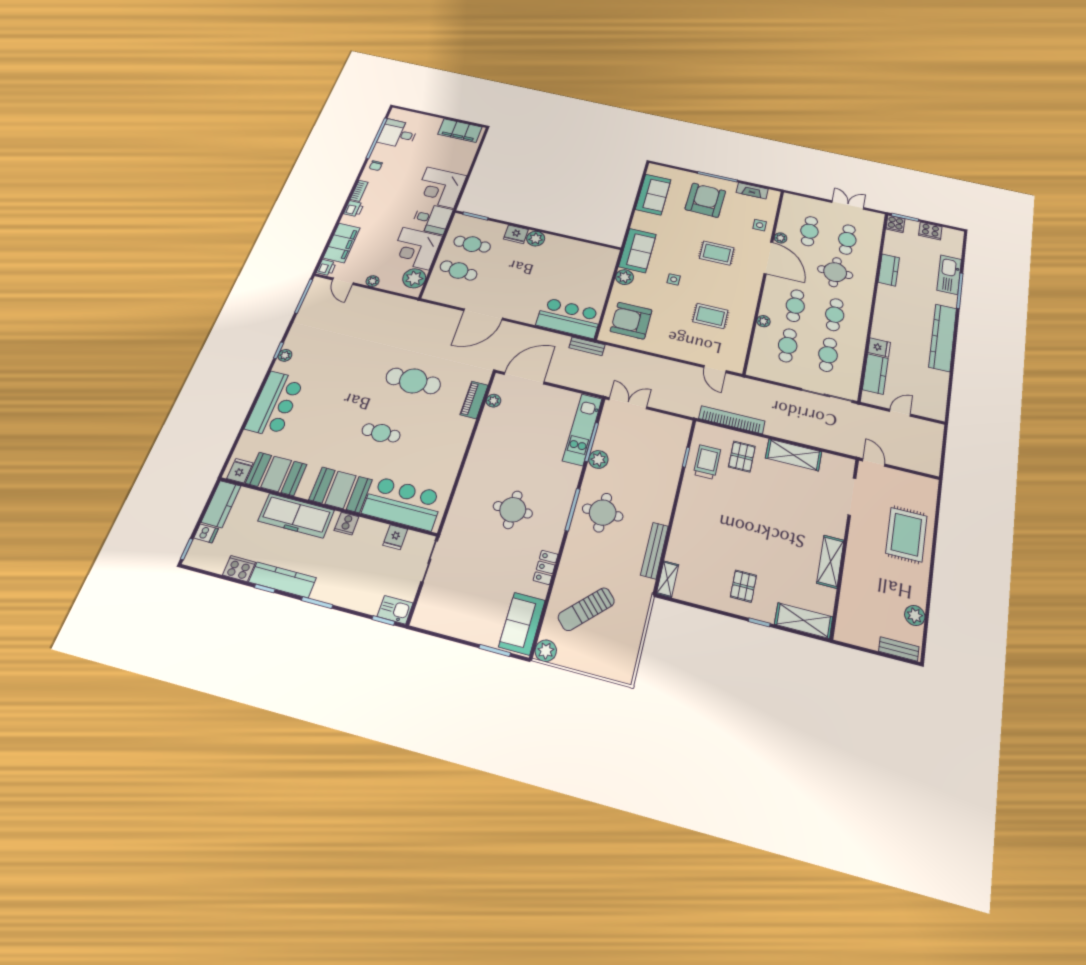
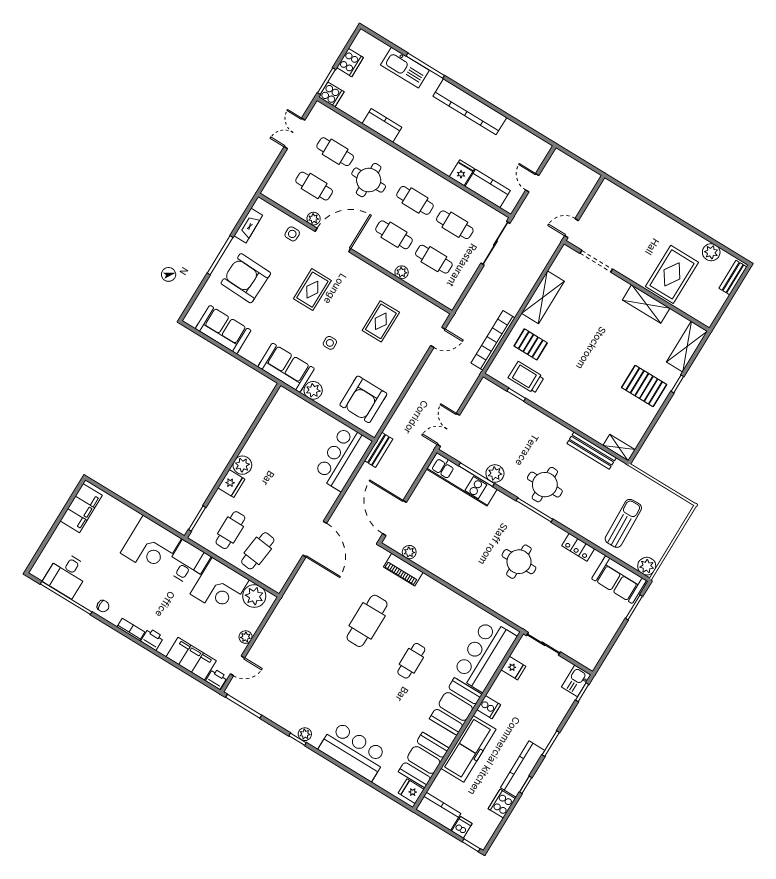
rug: (906, 535) -> (672, 274), moved, turned 90
pallet: (743, 586) -> (644, 386), width x1.50, depth x1.42
sun lounger: (586, 609) -> (623, 523), turned -137

